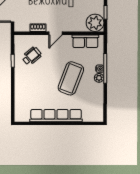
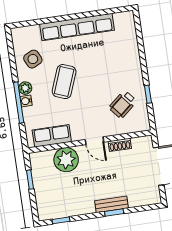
plant: (95, 23) -> (66, 160), moved
door: (56, 33) -> (94, 141), swing flipped
coffee table: (71, 78) -> (64, 82), width x0.73, depth x0.76
side table: (91, 98) -> (33, 59), added

